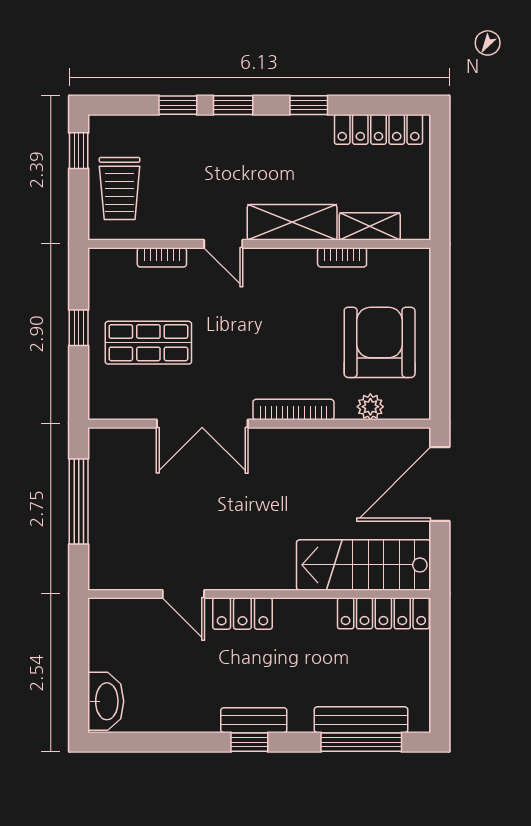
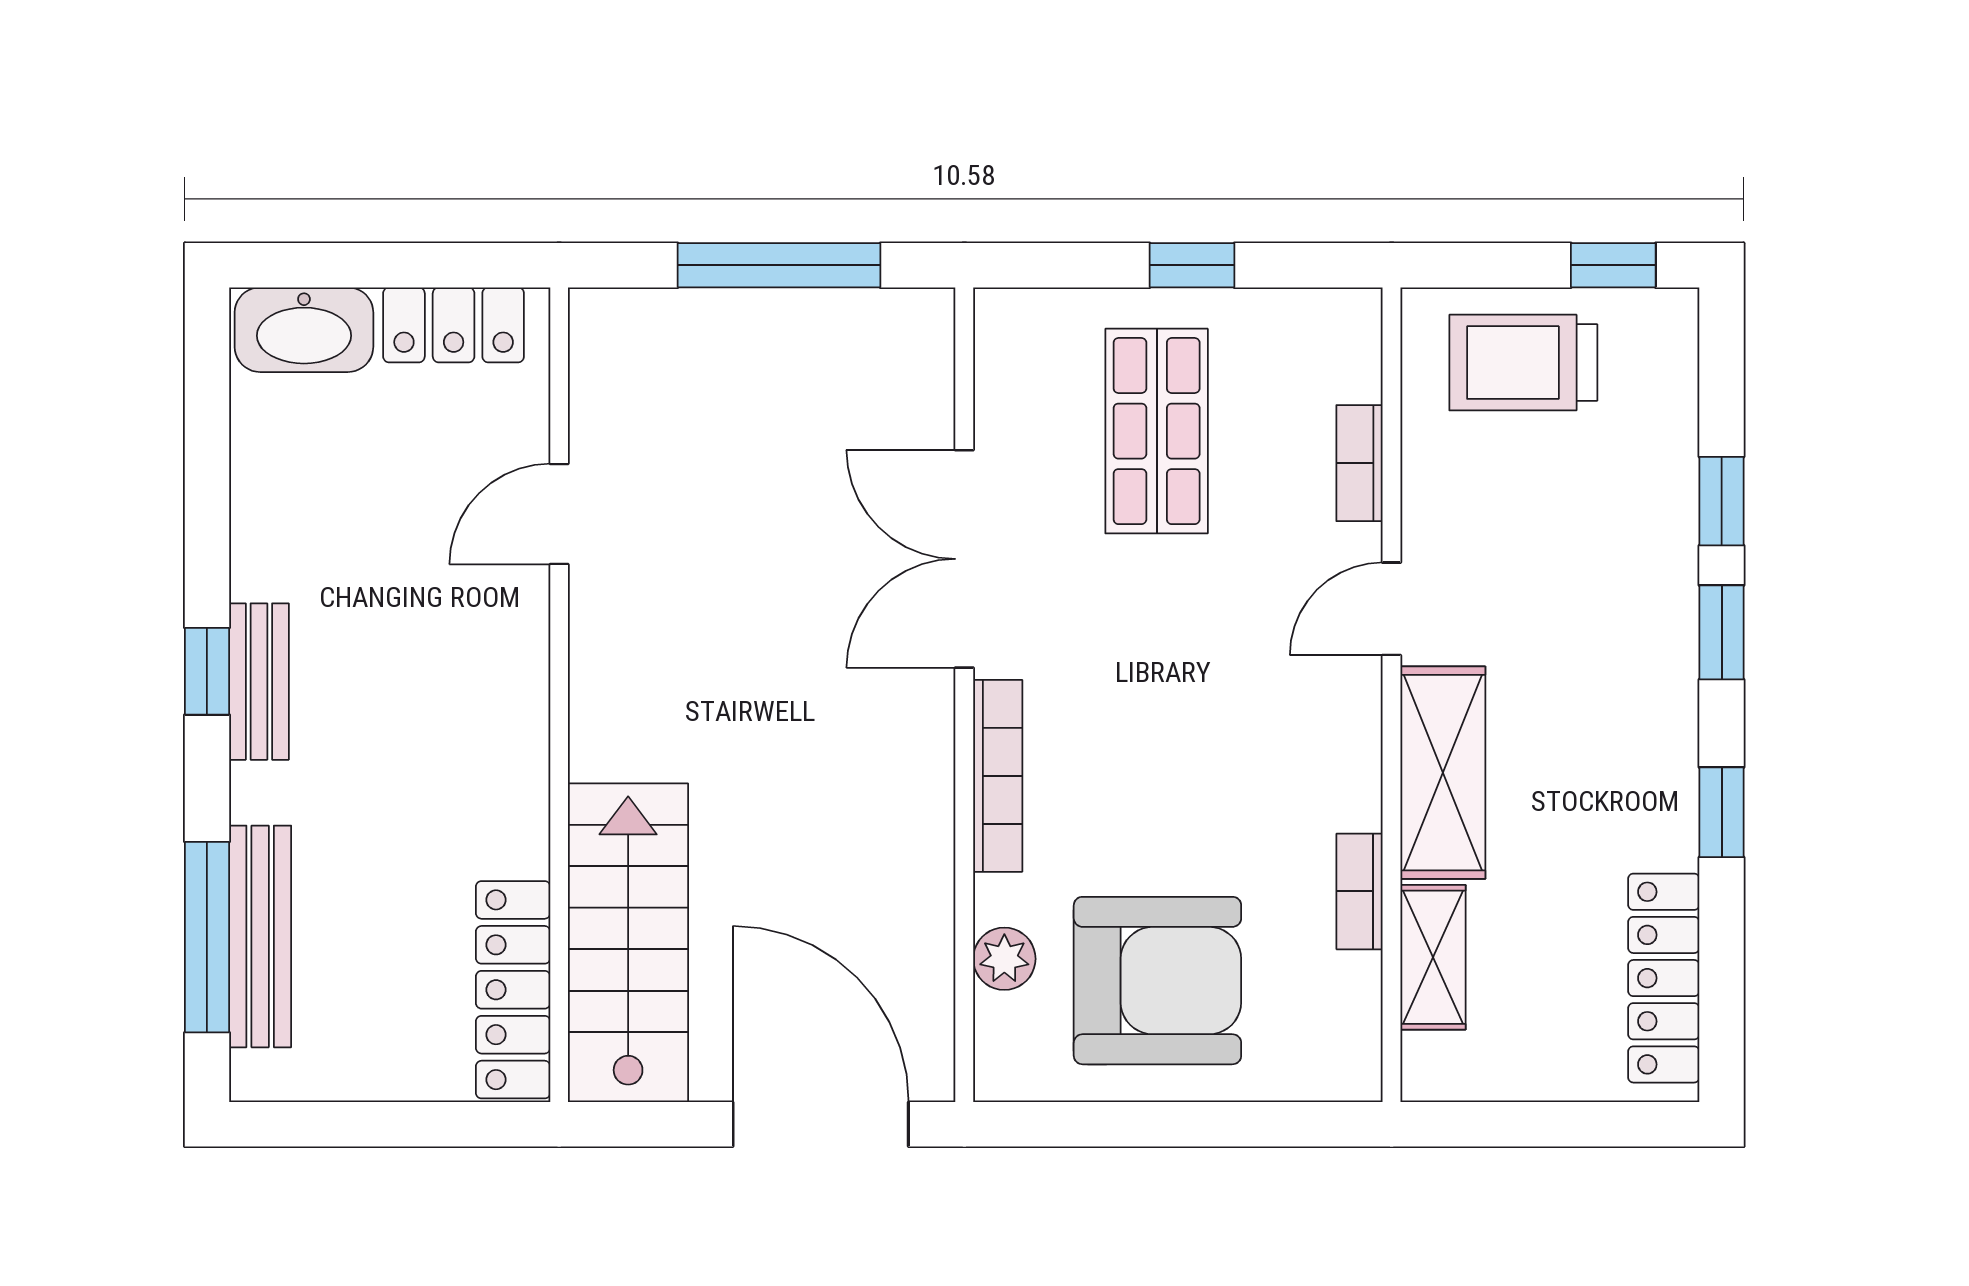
locker: (242, 614) -> (454, 325), moved, turned -90

